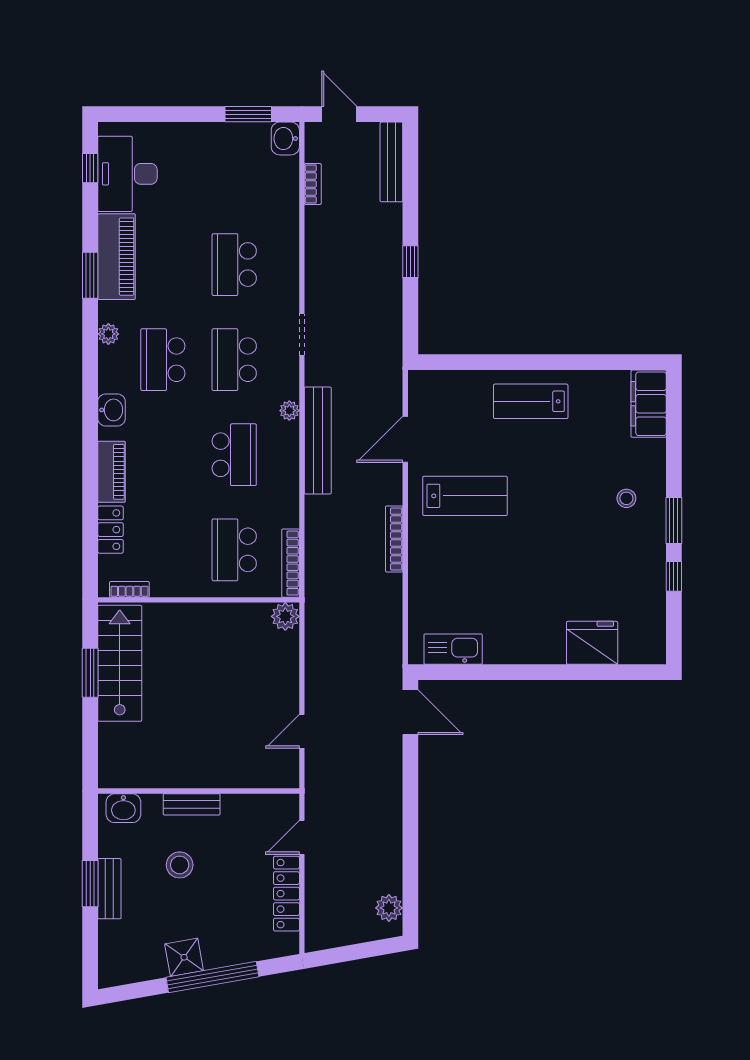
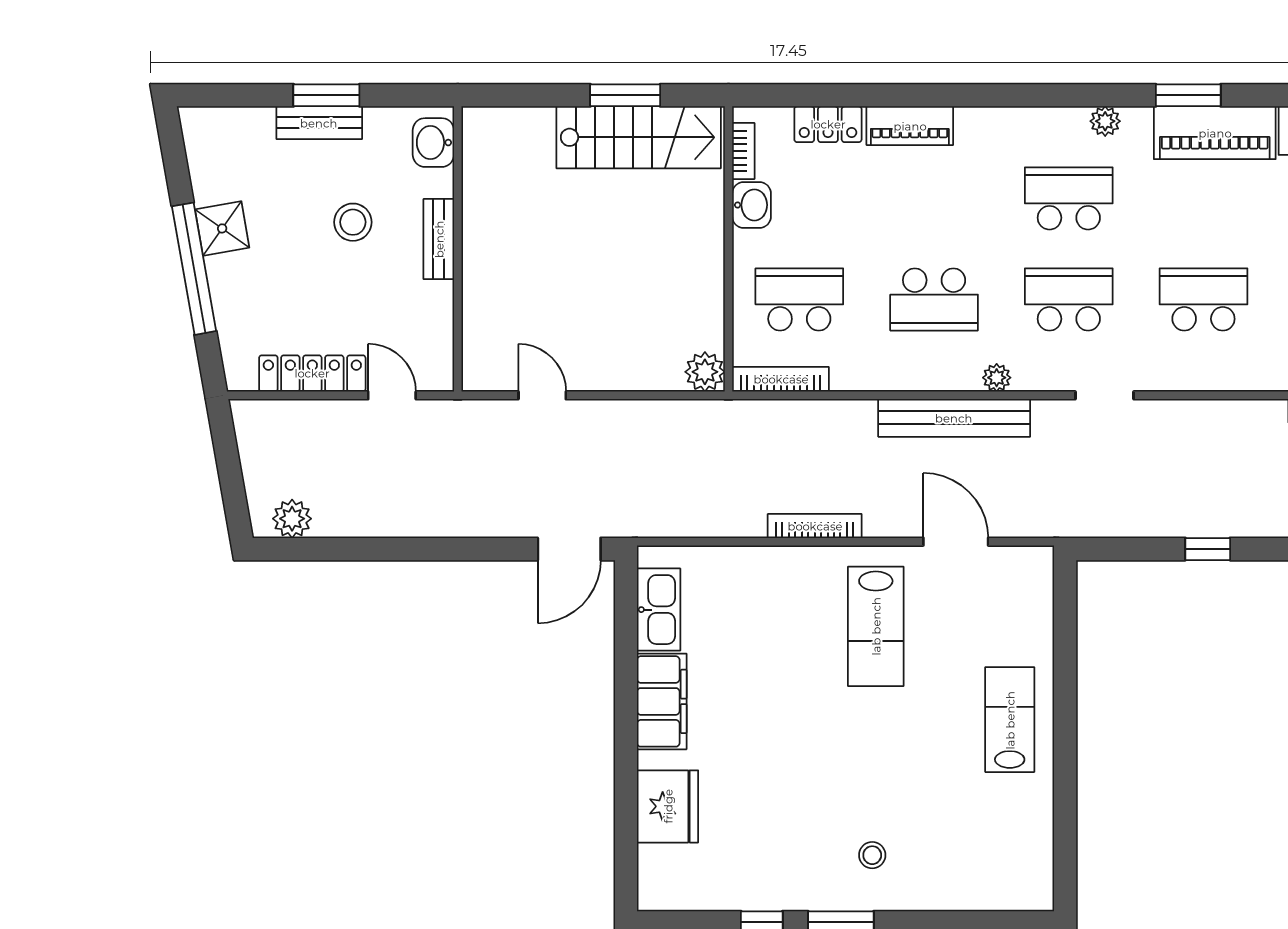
filing cabinet: (649, 404) -> (662, 701), moved, turned 90
washbasin: (112, 410) -> (752, 205), moved, turned -90

